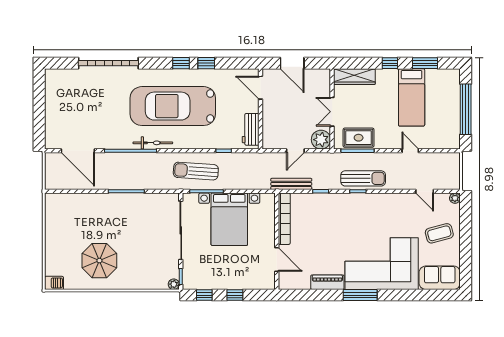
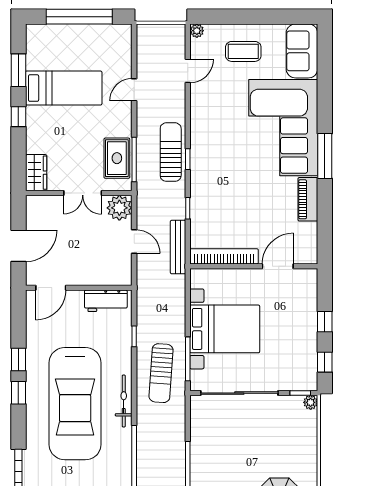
wardrobe: (354, 77) -> (36, 173), width x0.67
bicycle: (153, 143) -> (124, 401), moved
coffee table: (439, 233) -> (243, 51), turned -75

